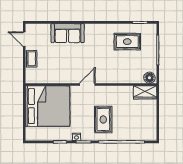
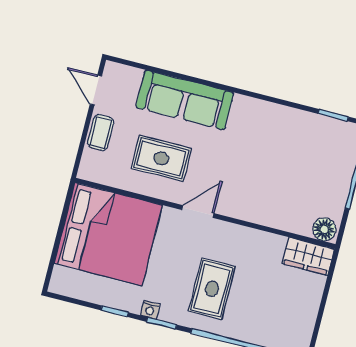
sofa: (68, 33) -> (185, 100), width x1.36
rug: (127, 42) -> (161, 158), moved

